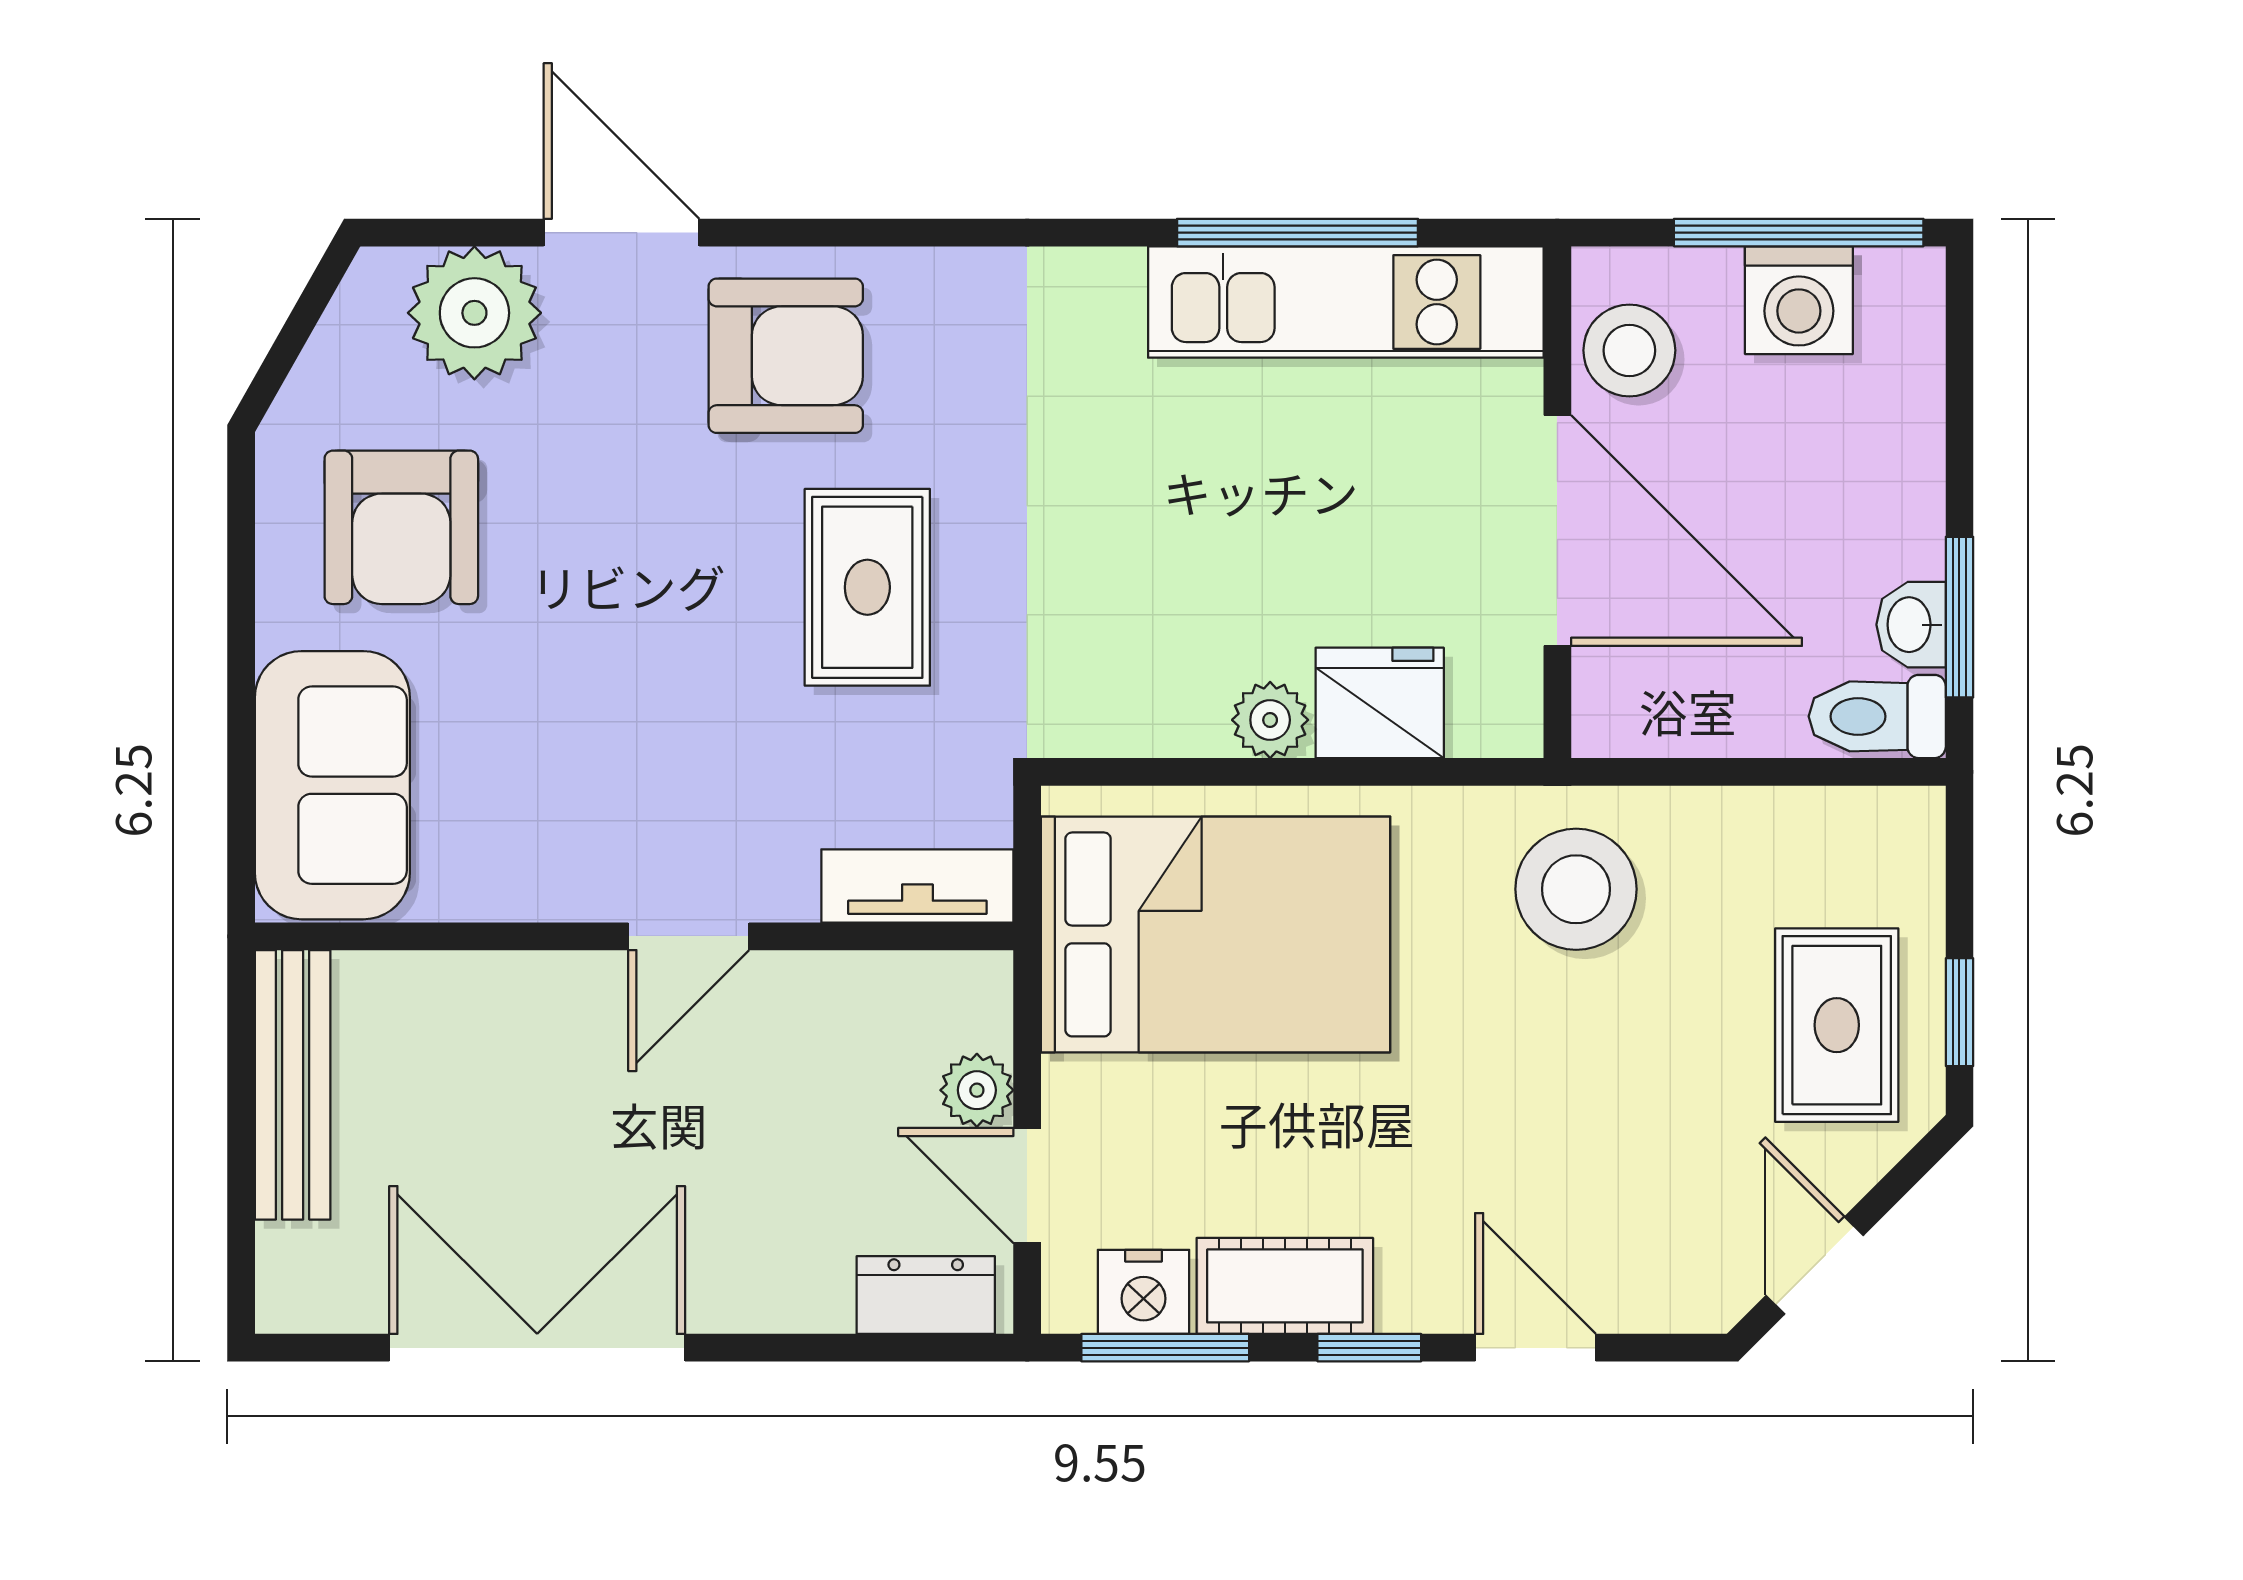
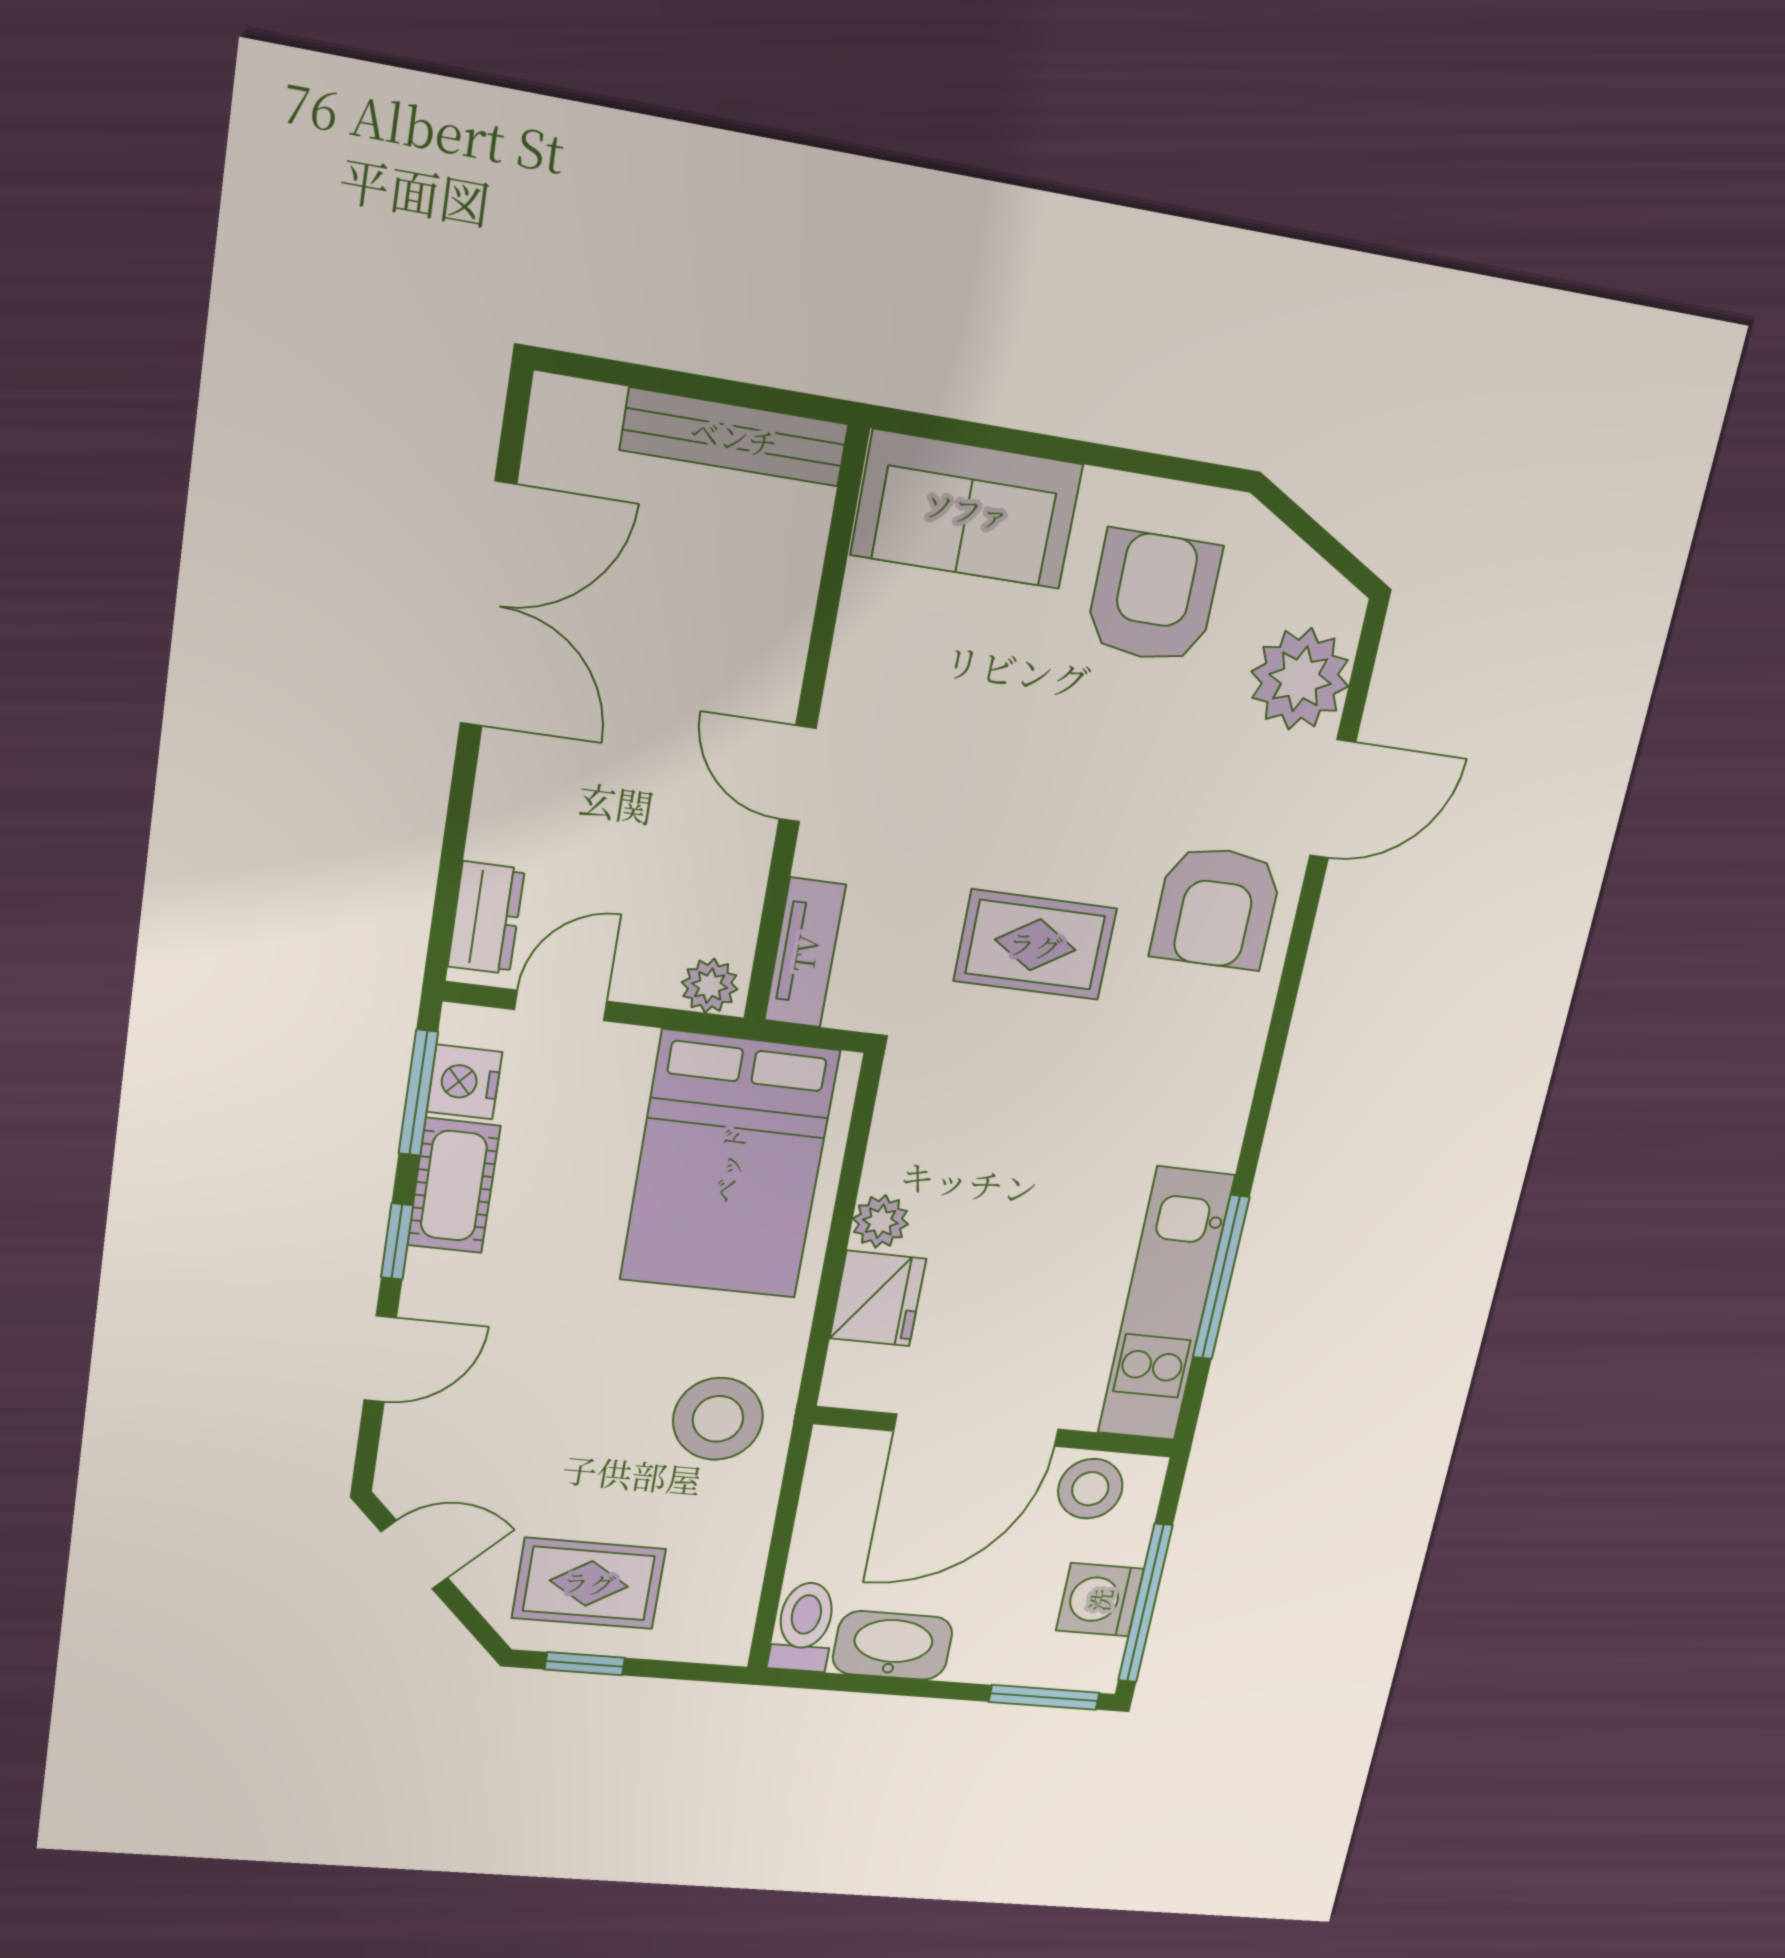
armchair: (401, 527) -> (1153, 597), turned 90
window: (1959, 617) -> (1044, 1697), moved
washbasin: (1911, 625) -> (893, 1645), width x1.91, depth x1.45
plant: (977, 1090) -> (710, 986), moved

